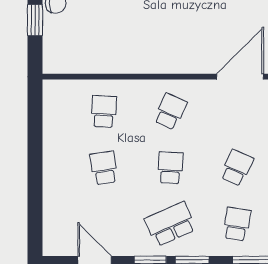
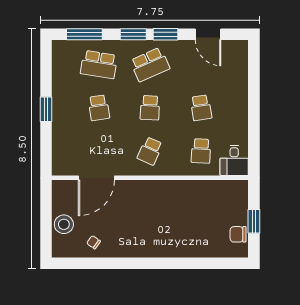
desk: (61, 99) -> (234, 160), added
school desk: (237, 168) -> (99, 108), turned -33
school desk: (237, 224) -> (99, 65), width x1.85

